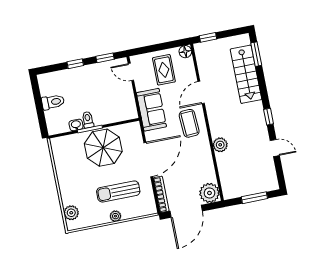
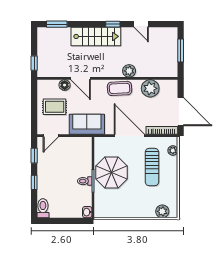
floor lamp: (185, 52) -> (65, 85), moved
stairs: (246, 74) -> (96, 36), moved
toilet: (53, 102) -> (43, 208), moved
coffee table: (189, 123) -> (120, 88), moved
washbasin: (76, 125) -> (87, 212), moved
door: (275, 148) -> (141, 24), swing flipped
plant: (209, 193) -> (150, 88), moved
plant: (115, 216) -> (173, 150), moved

